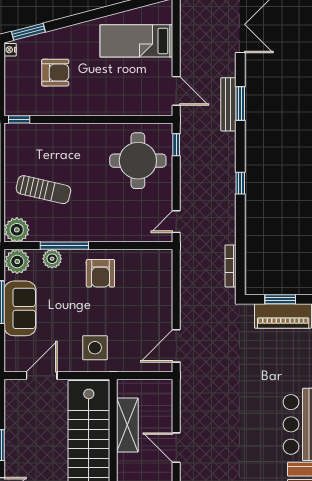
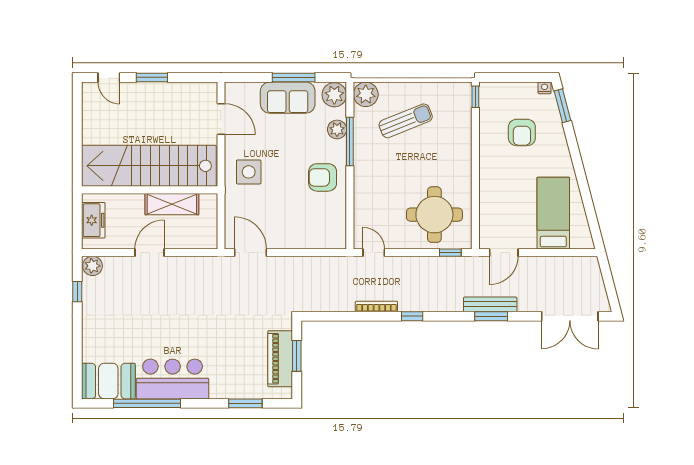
sun lounger: (43, 190) -> (406, 121), turned -125
bookcase: (230, 266) -> (376, 307), moved

